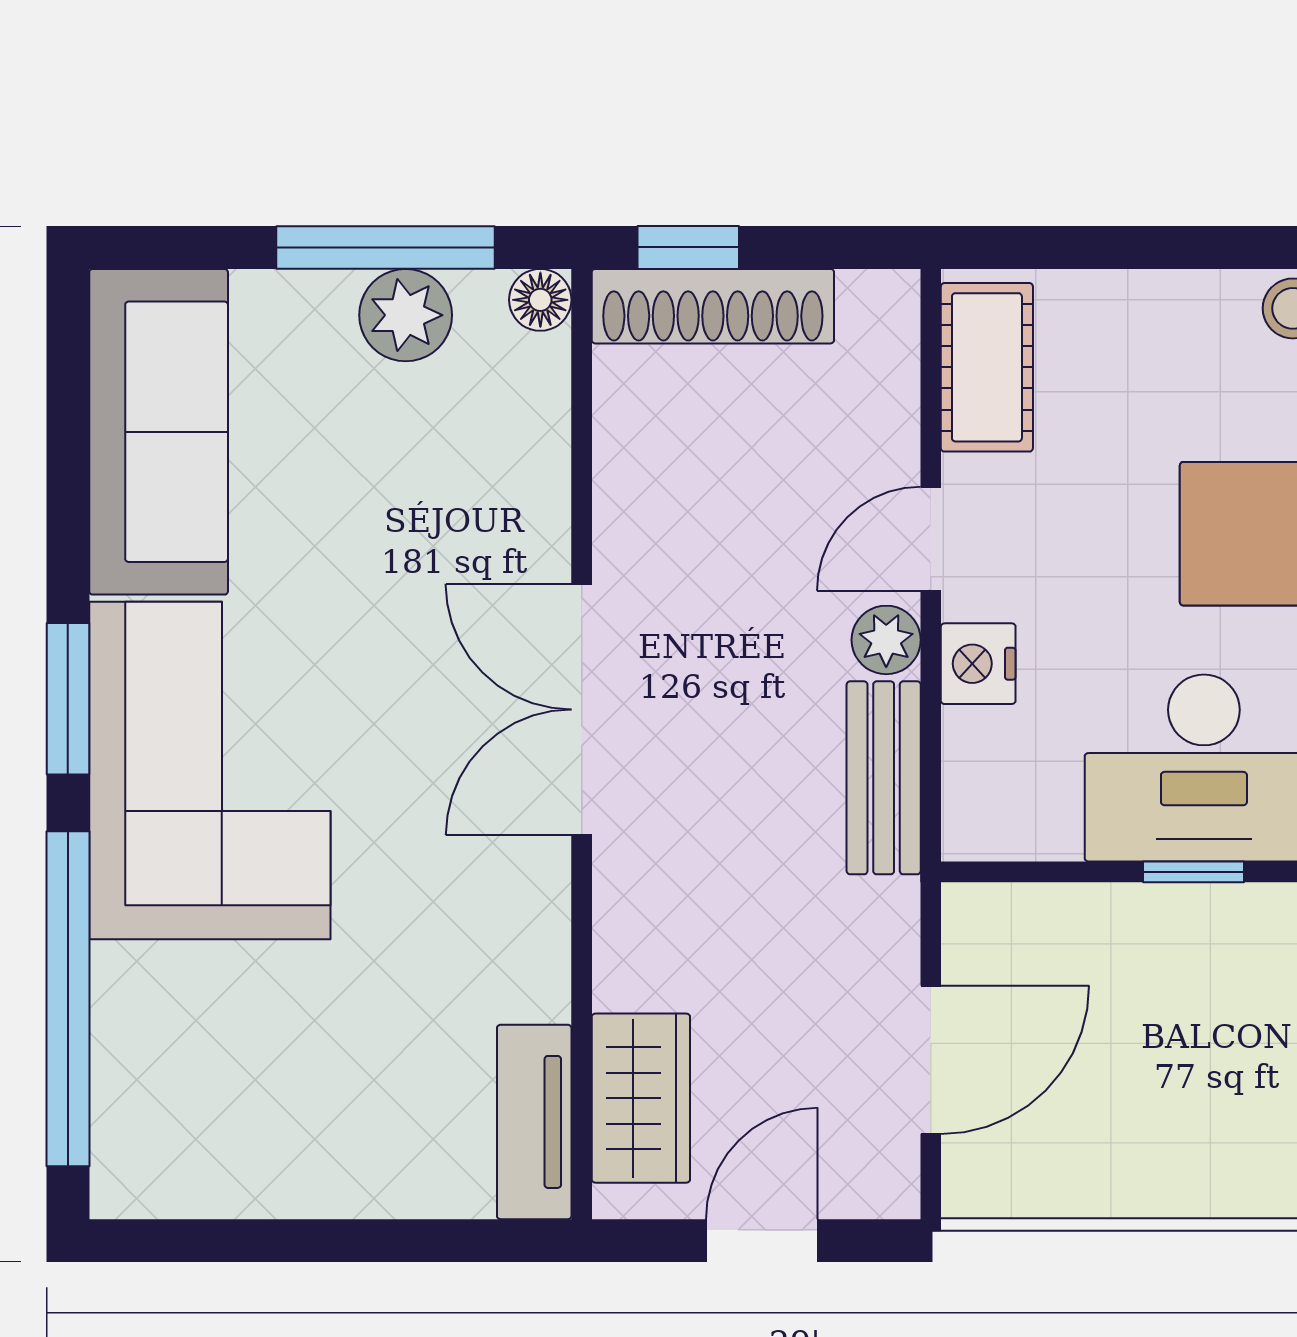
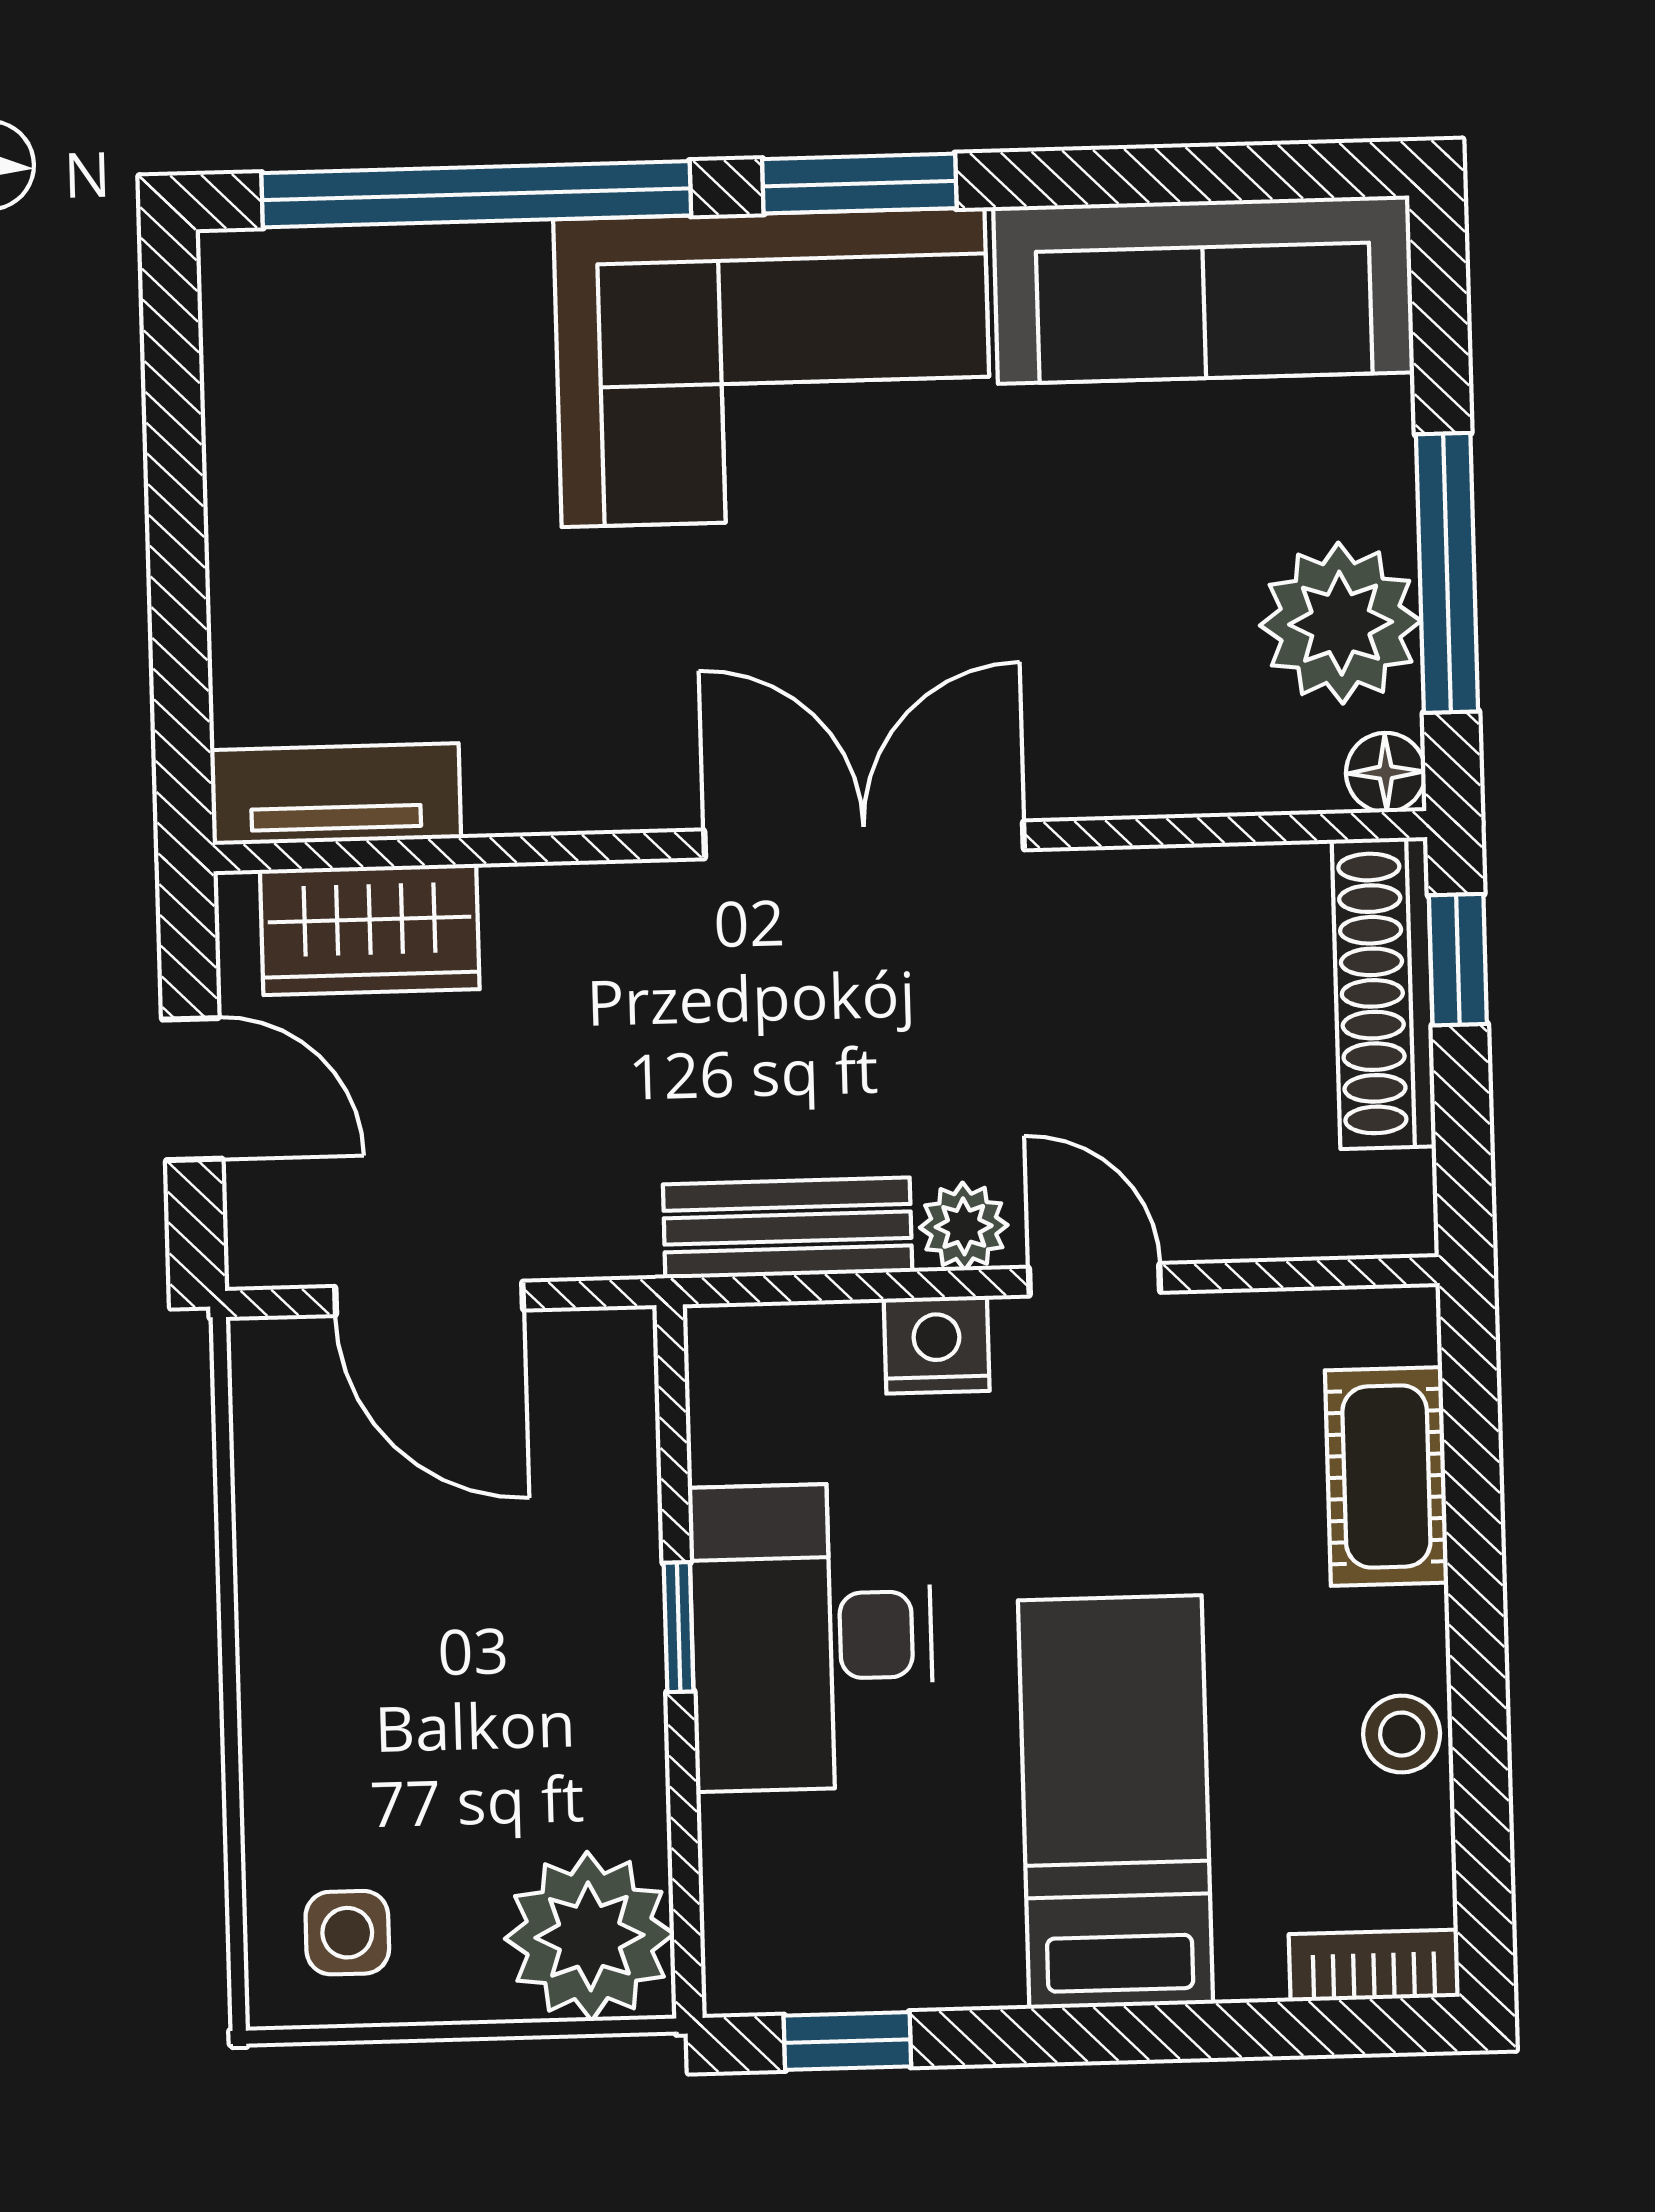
plant: (406, 315) -> (1341, 623), width x1.36, depth x1.36
cot: (987, 367) -> (1386, 1476), moved, turned 90

